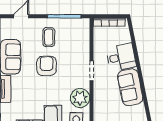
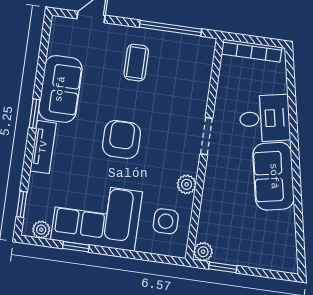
armchair: (47, 66) -> (122, 139), moved
plant: (80, 98) -> (187, 184), width x0.53, depth x0.53

